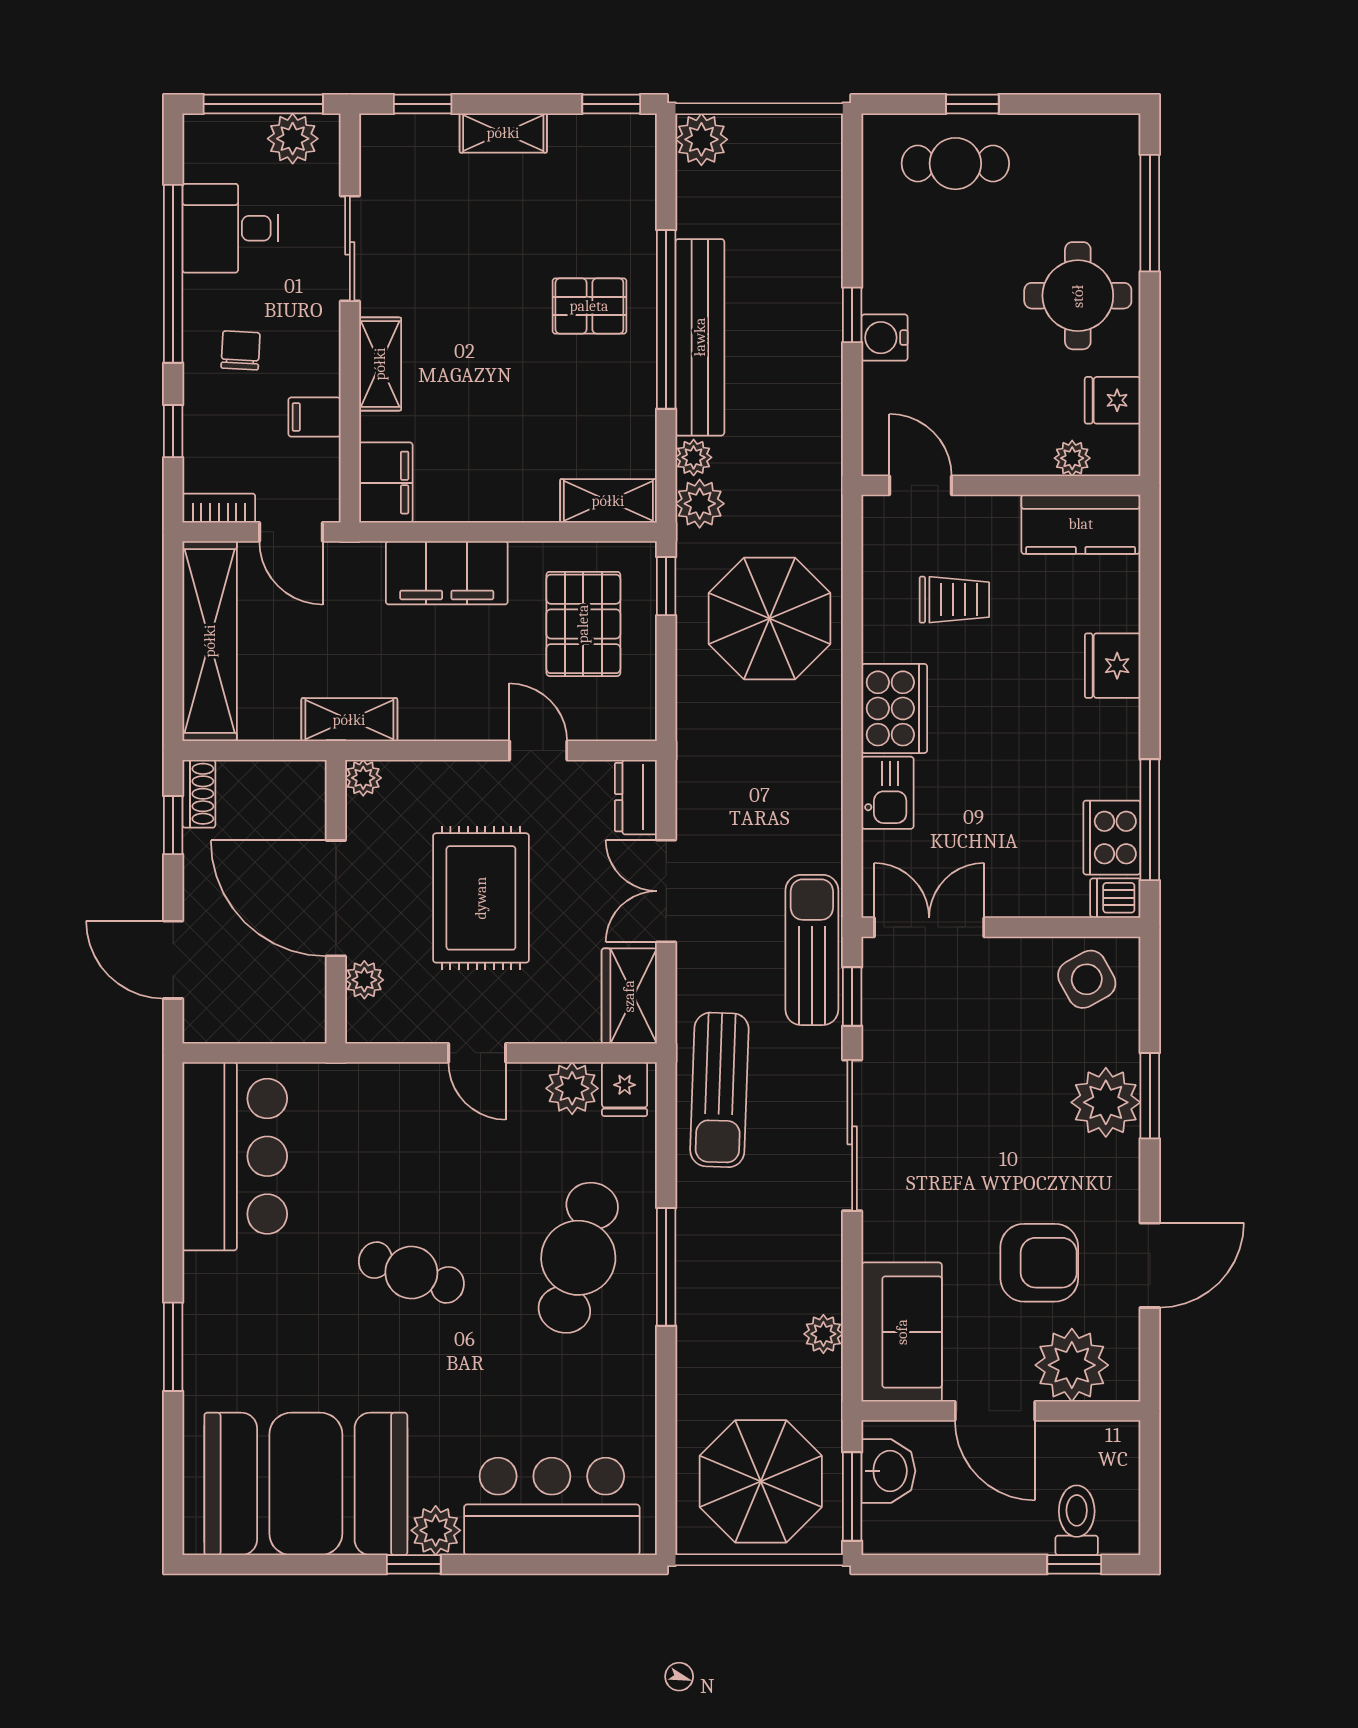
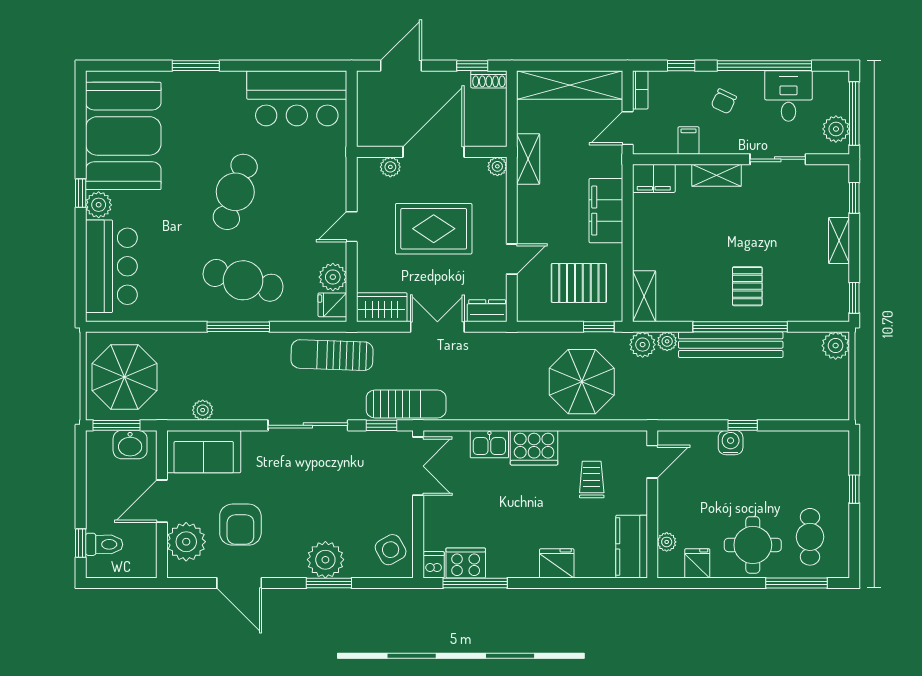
cafe table: (955, 164) -> (810, 537), moved
chair: (241, 350) -> (724, 101), turned 112
trolley: (954, 600) -> (592, 480), turned 180
cafe table: (411, 1273) -> (235, 192), width x1.37, depth x1.35

